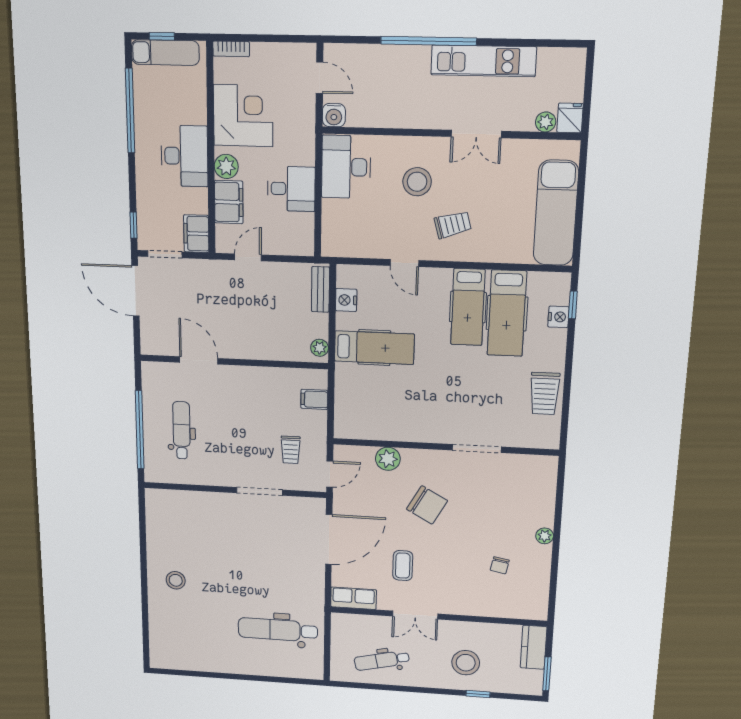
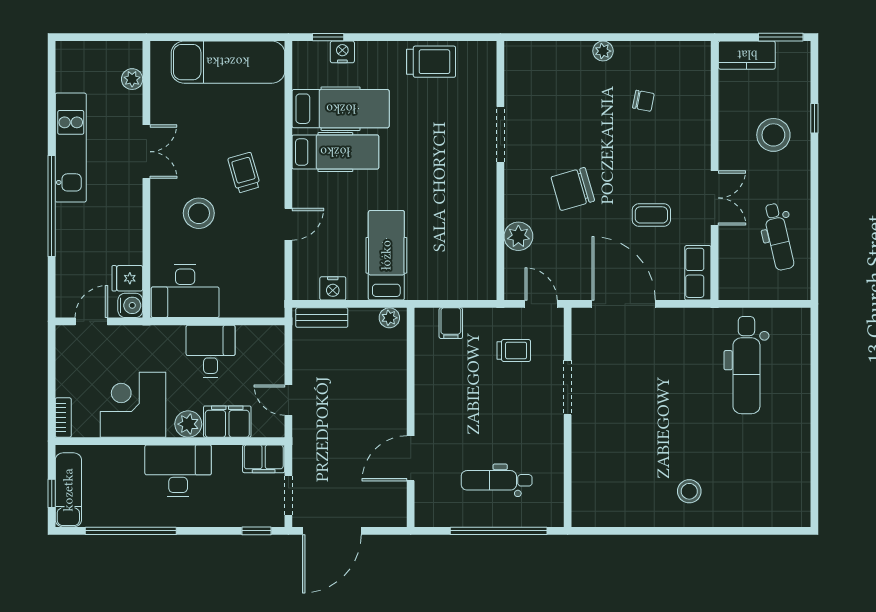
fridge: (570, 118) -> (127, 278), moved
chair: (427, 505) -> (573, 189), turned -135

